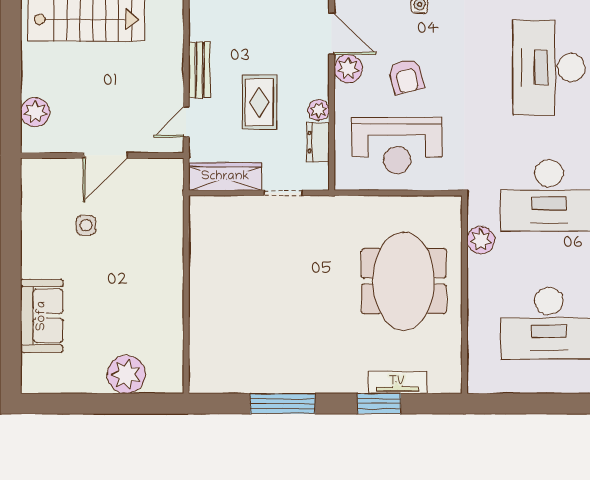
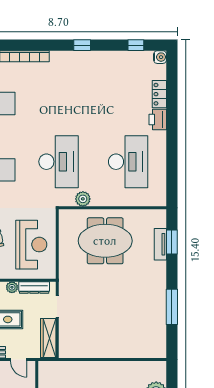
dresser: (318, 142) -> (34, 288), width x1.44
window: (379, 404) -> (172, 242), moved

